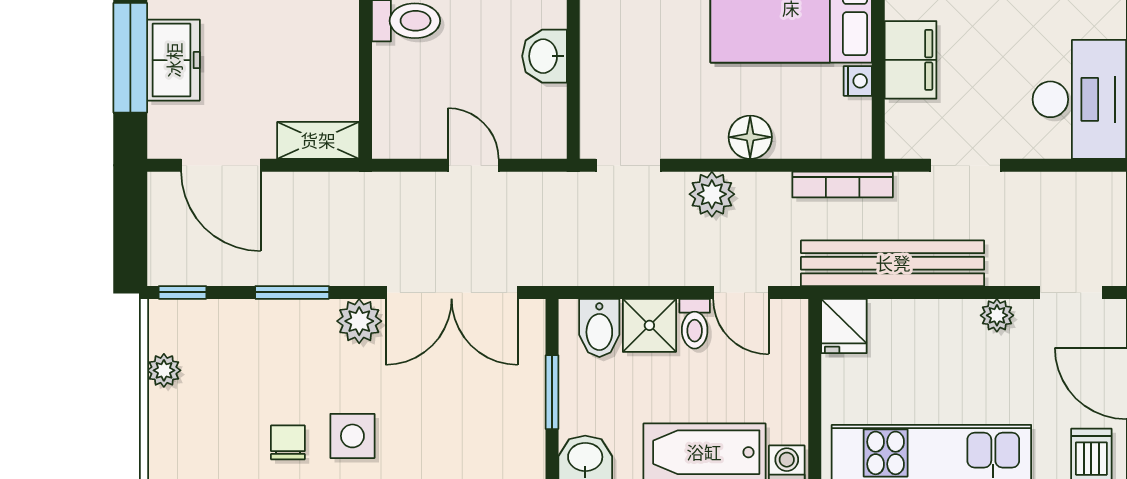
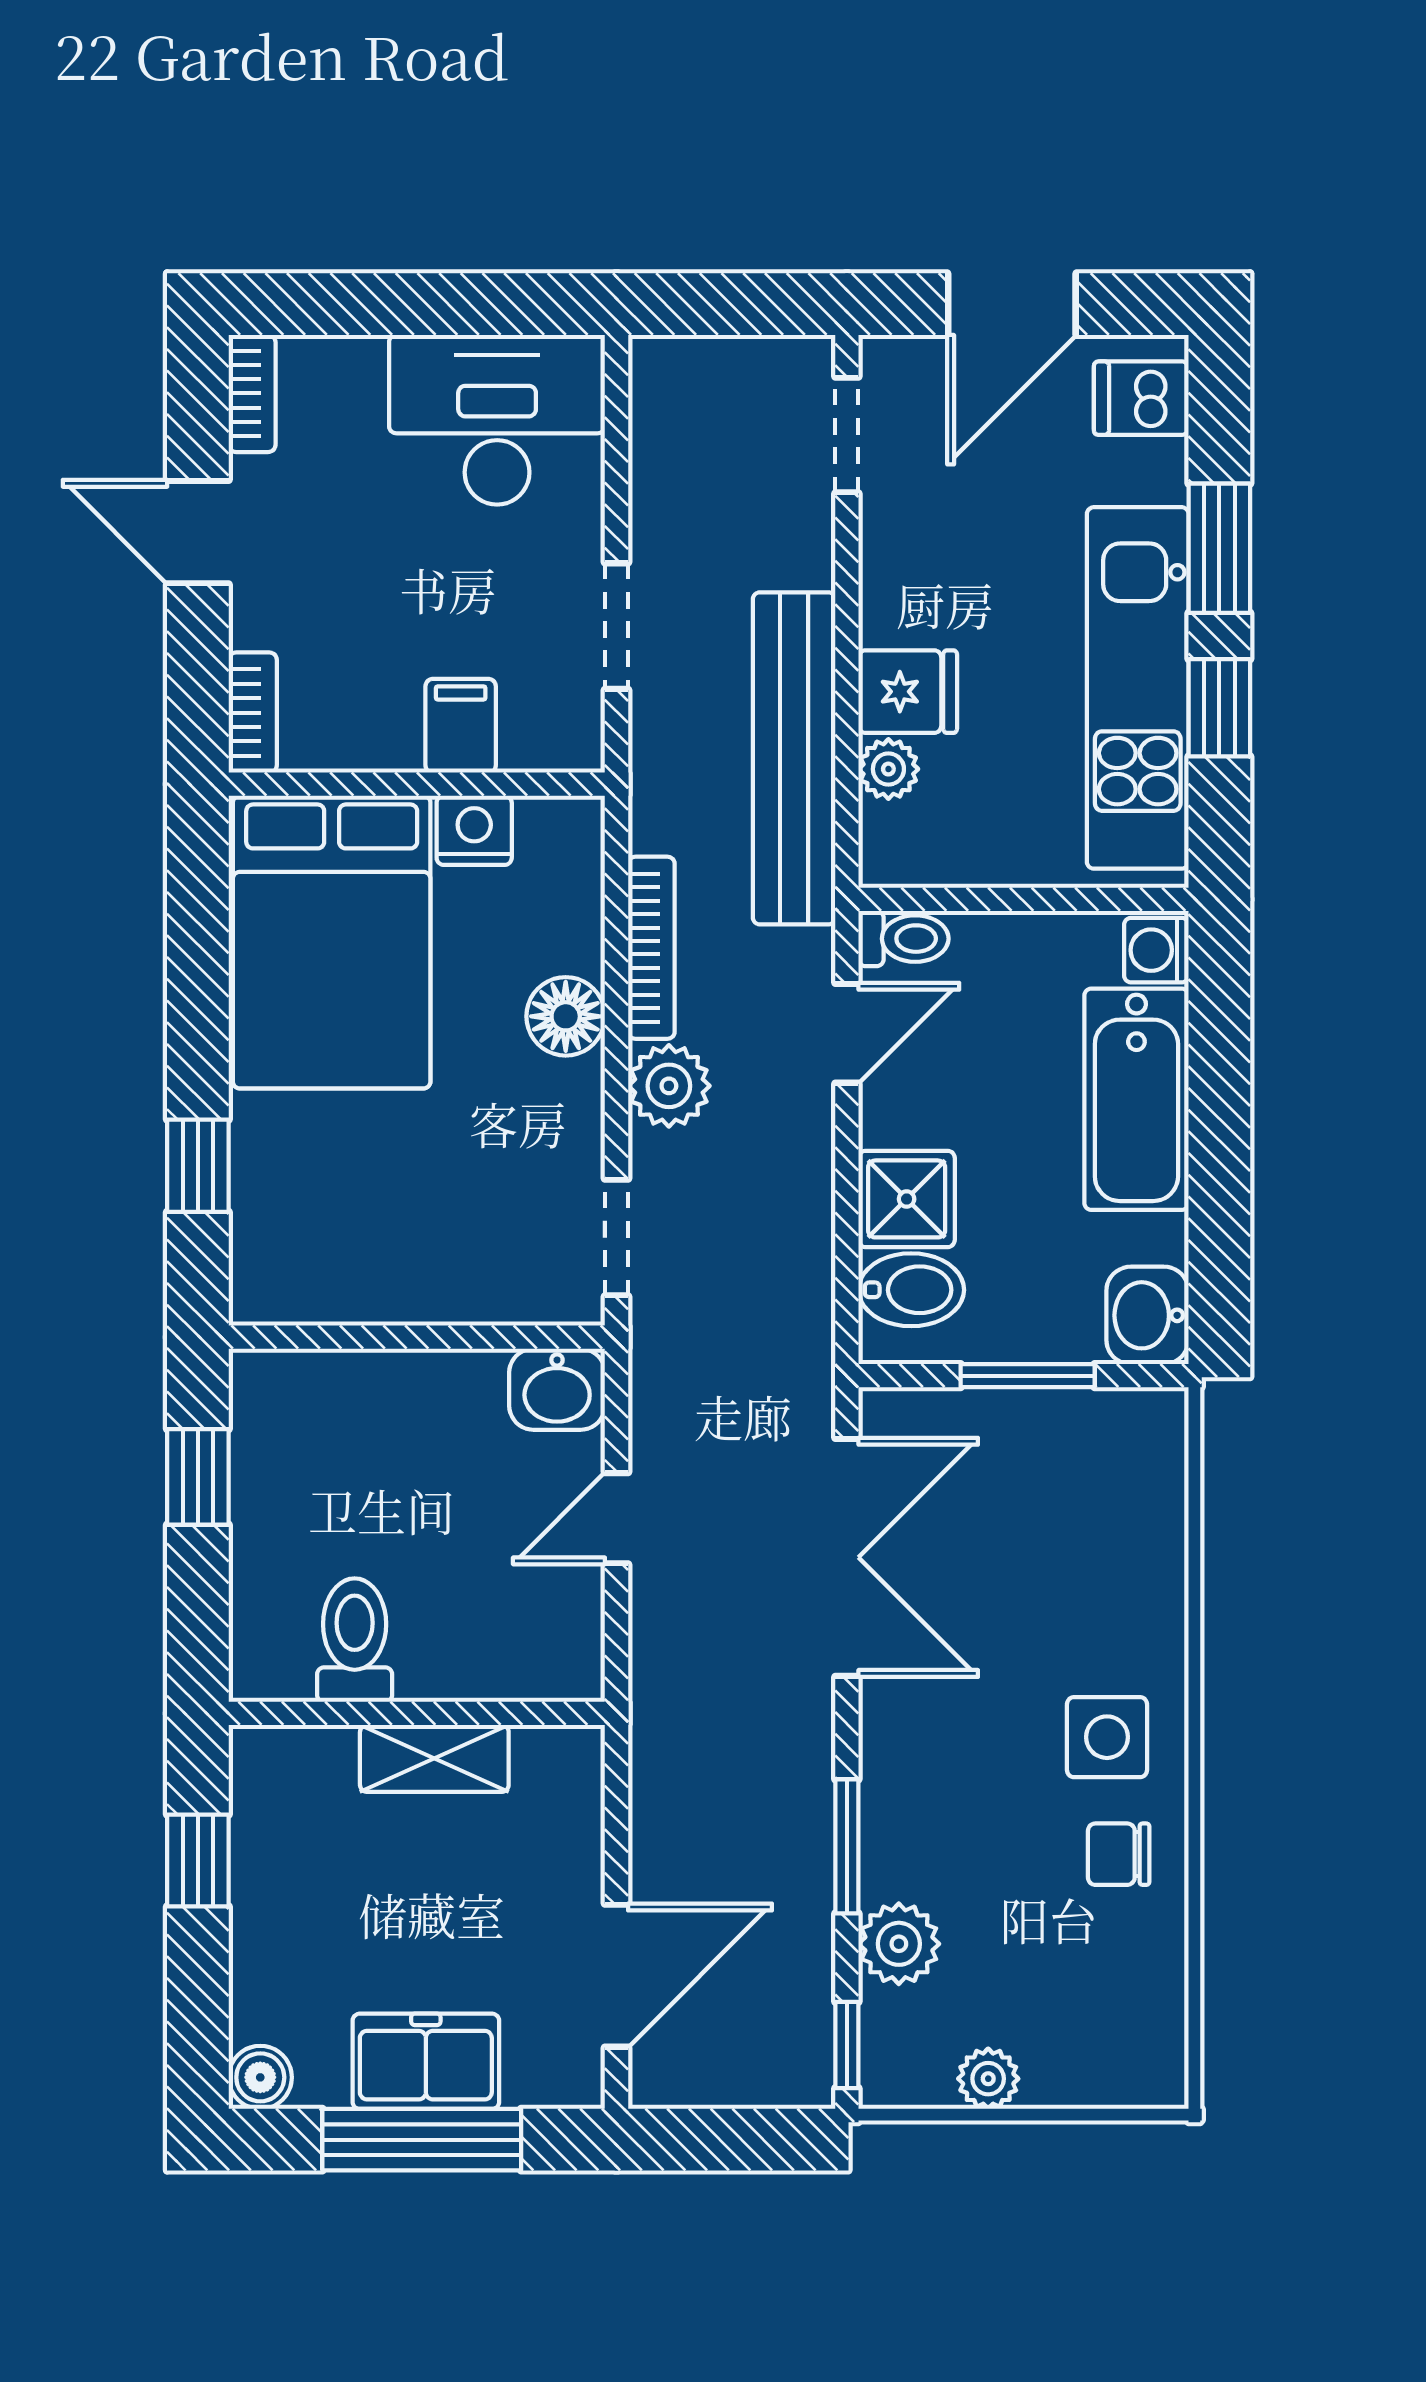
washbasin: (544, 56) -> (557, 1389), moved
filing cabinet: (911, 60) -> (461, 726), width x0.50
nightstand: (858, 81) -> (474, 830), width x1.39, depth x1.35
shelving: (318, 140) -> (434, 1758), moved, turned 90
bookcase: (843, 185) -> (651, 948), moved
plant: (997, 315) -> (888, 769), moved
plant: (359, 321) -> (899, 1944), moved
toilet: (695, 324) -> (903, 939), moved
fridge: (844, 326) -> (908, 692), moved

